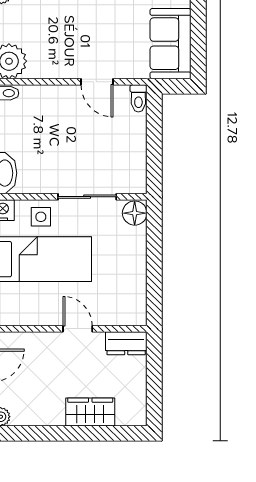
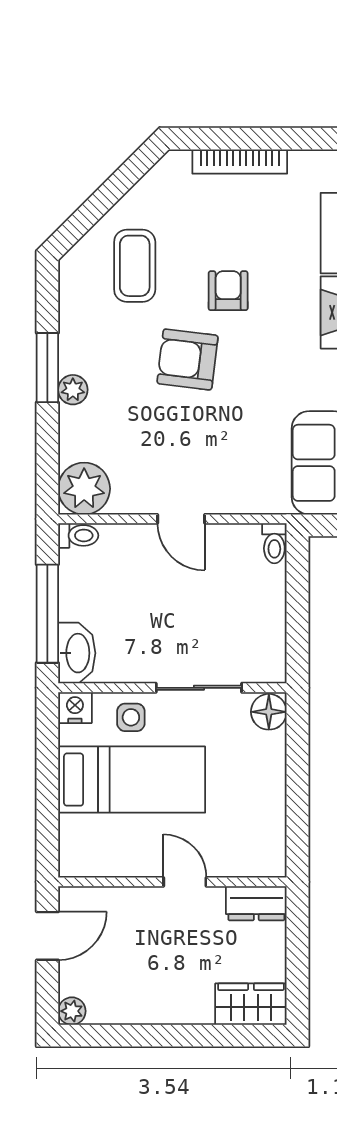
door: (97, 82) -> (181, 519), moved
wardrobe: (90, 412) -> (251, 1004), moved

